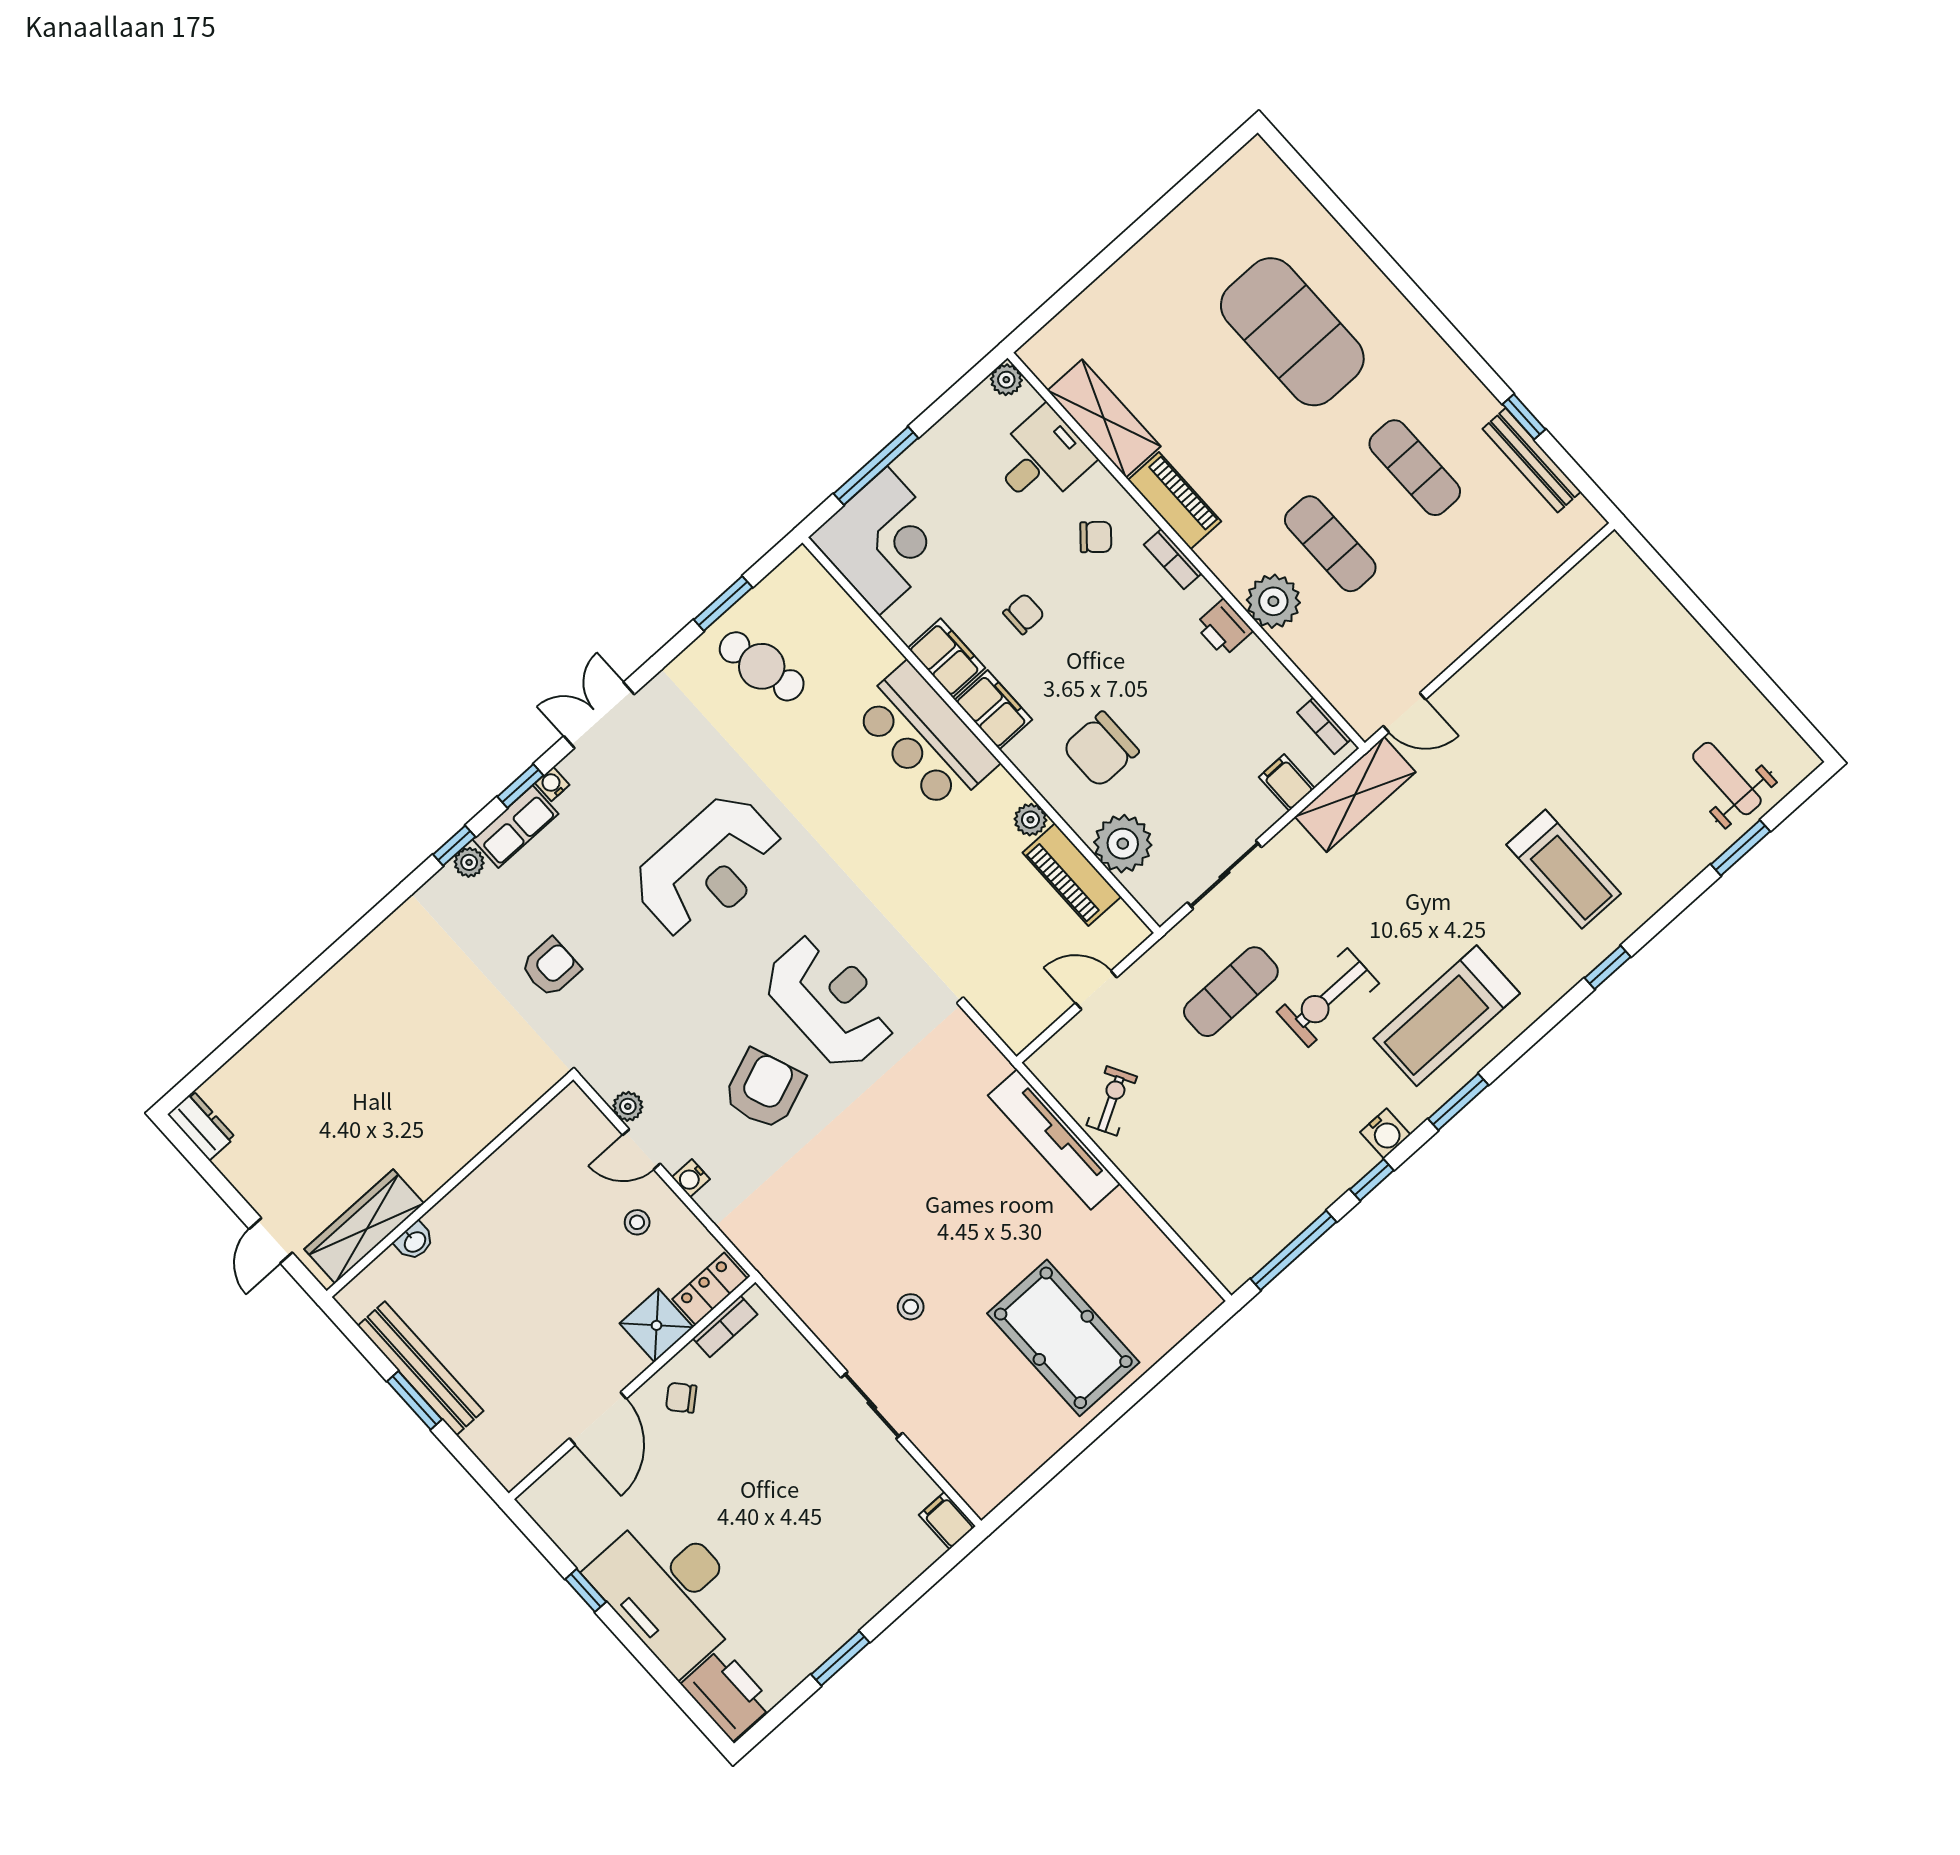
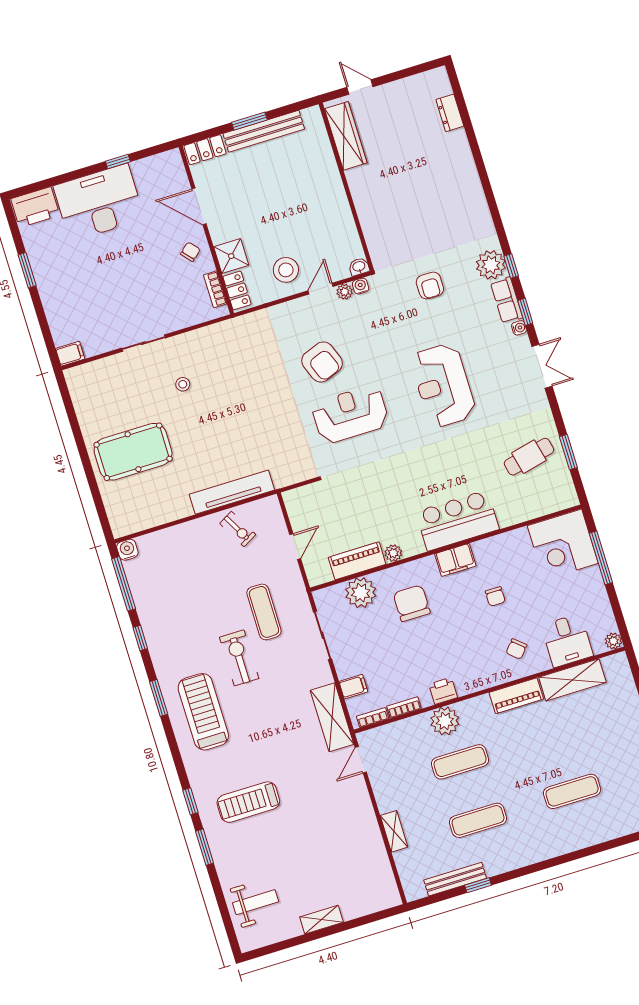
exercise mat: (1292, 332) -> (572, 791), width x0.50, depth x0.69
bookcase: (1173, 559) -> (404, 707), moved
shelving: (1499, 601) -> (394, 831), added
shelving: (1705, 654) -> (321, 920), added
filing cabinet: (947, 658) -> (491, 549), removed
window: (1740, 848) -> (205, 847), moved
plant: (469, 862) -> (491, 265), width x1.87, depth x1.87
reception desk: (830, 1001) -> (350, 414), turned 180
dresser: (201, 1126) -> (450, 113), moved, turned 90
water cooler: (1385, 1133) -> (127, 550), moved, turned 90
water cooler: (691, 1178) -> (361, 286), moved
stool: (637, 1222) -> (286, 270), width x1.89, depth x1.89
washbasin: (414, 1241) -> (359, 267), moved, turned 90
locker: (498, 1453) -> (205, 150), added

